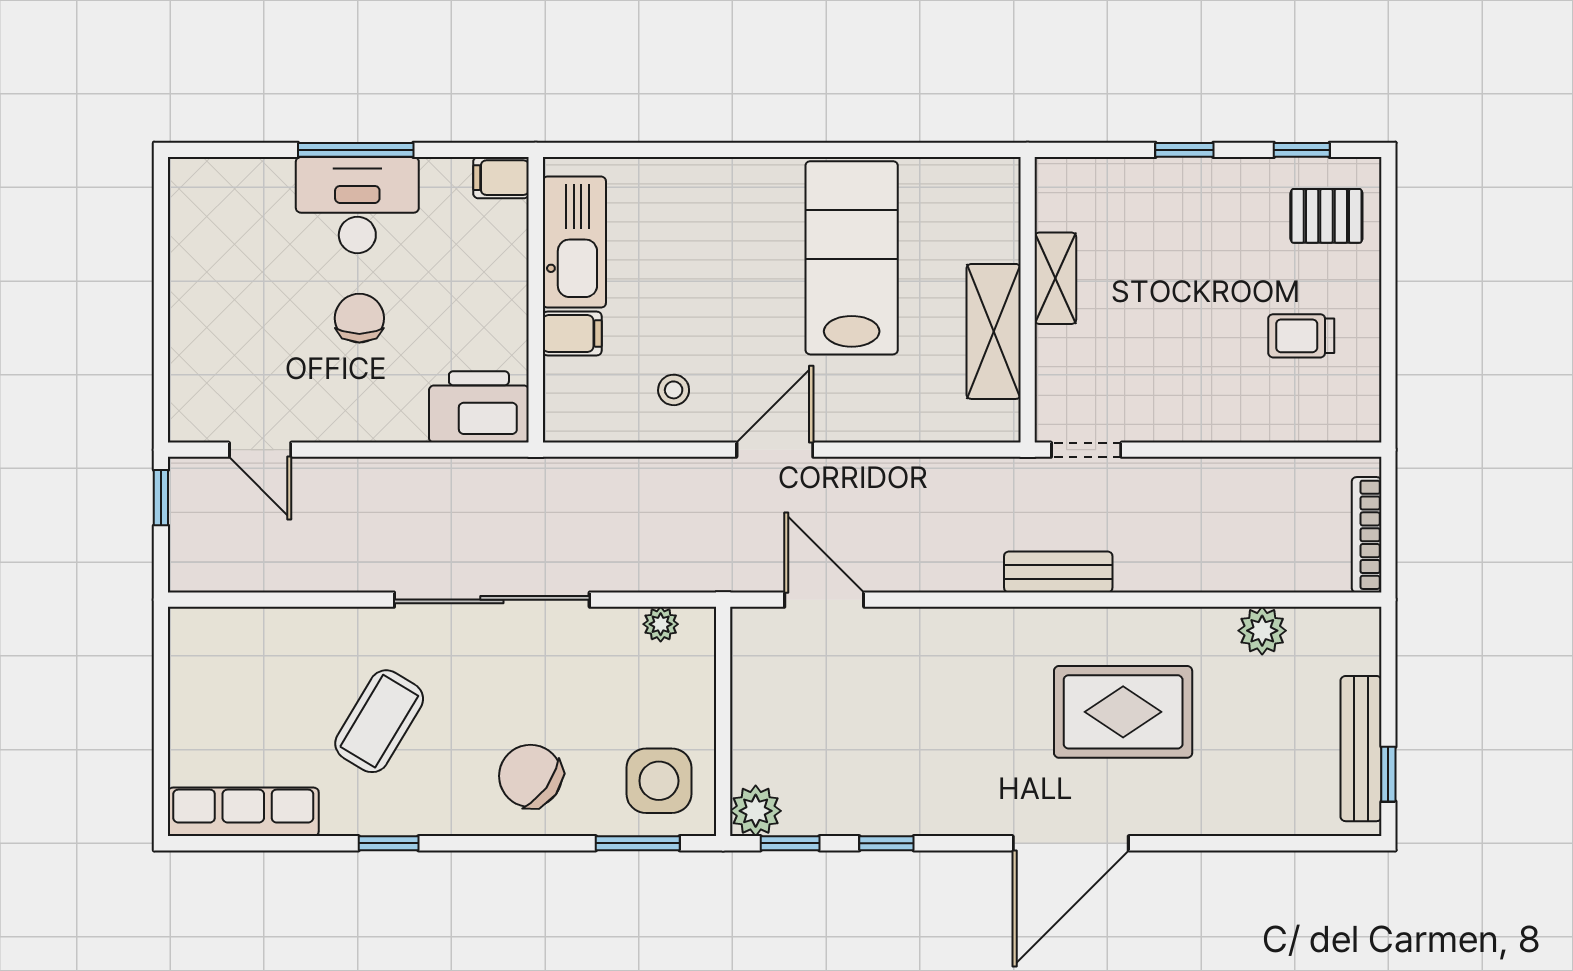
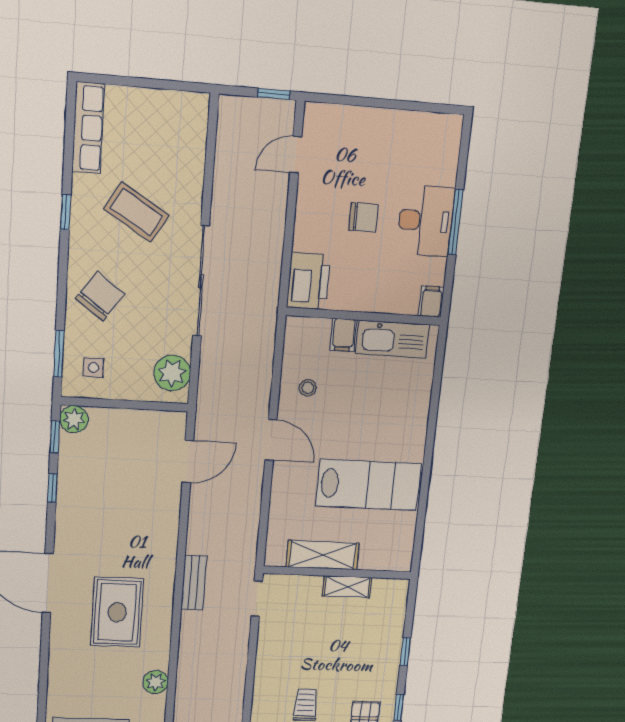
plant: (661, 624) -> (172, 373), width x1.88, depth x1.88
side table: (659, 781) -> (94, 367), width x0.54, depth x0.54

